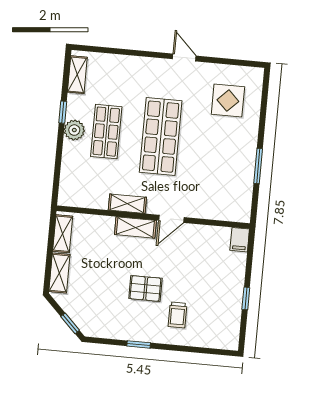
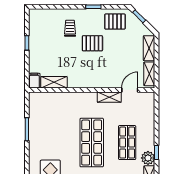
plant: (74, 130) -> (148, 158), moved
door: (171, 219) -> (130, 90), moved
shelving: (135, 227) -> (54, 82), moved
pallet: (108, 319) -> (115, 22), added

